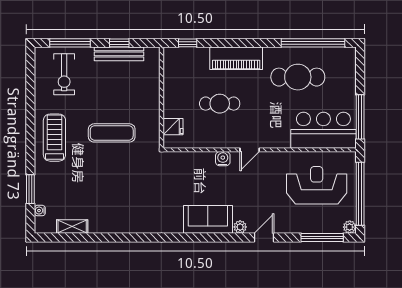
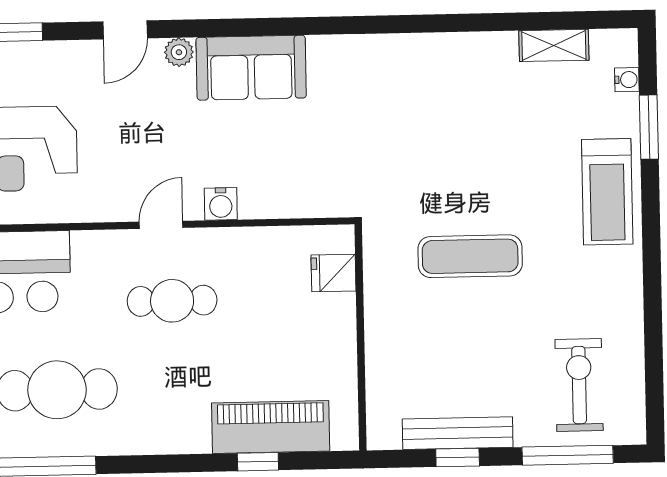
window: (188, 43) -> (258, 462), moved
piano: (236, 58) -> (271, 427), moved
cafe table: (220, 104) -> (172, 301), moved
treadmill: (54, 138) -> (607, 192), moved

